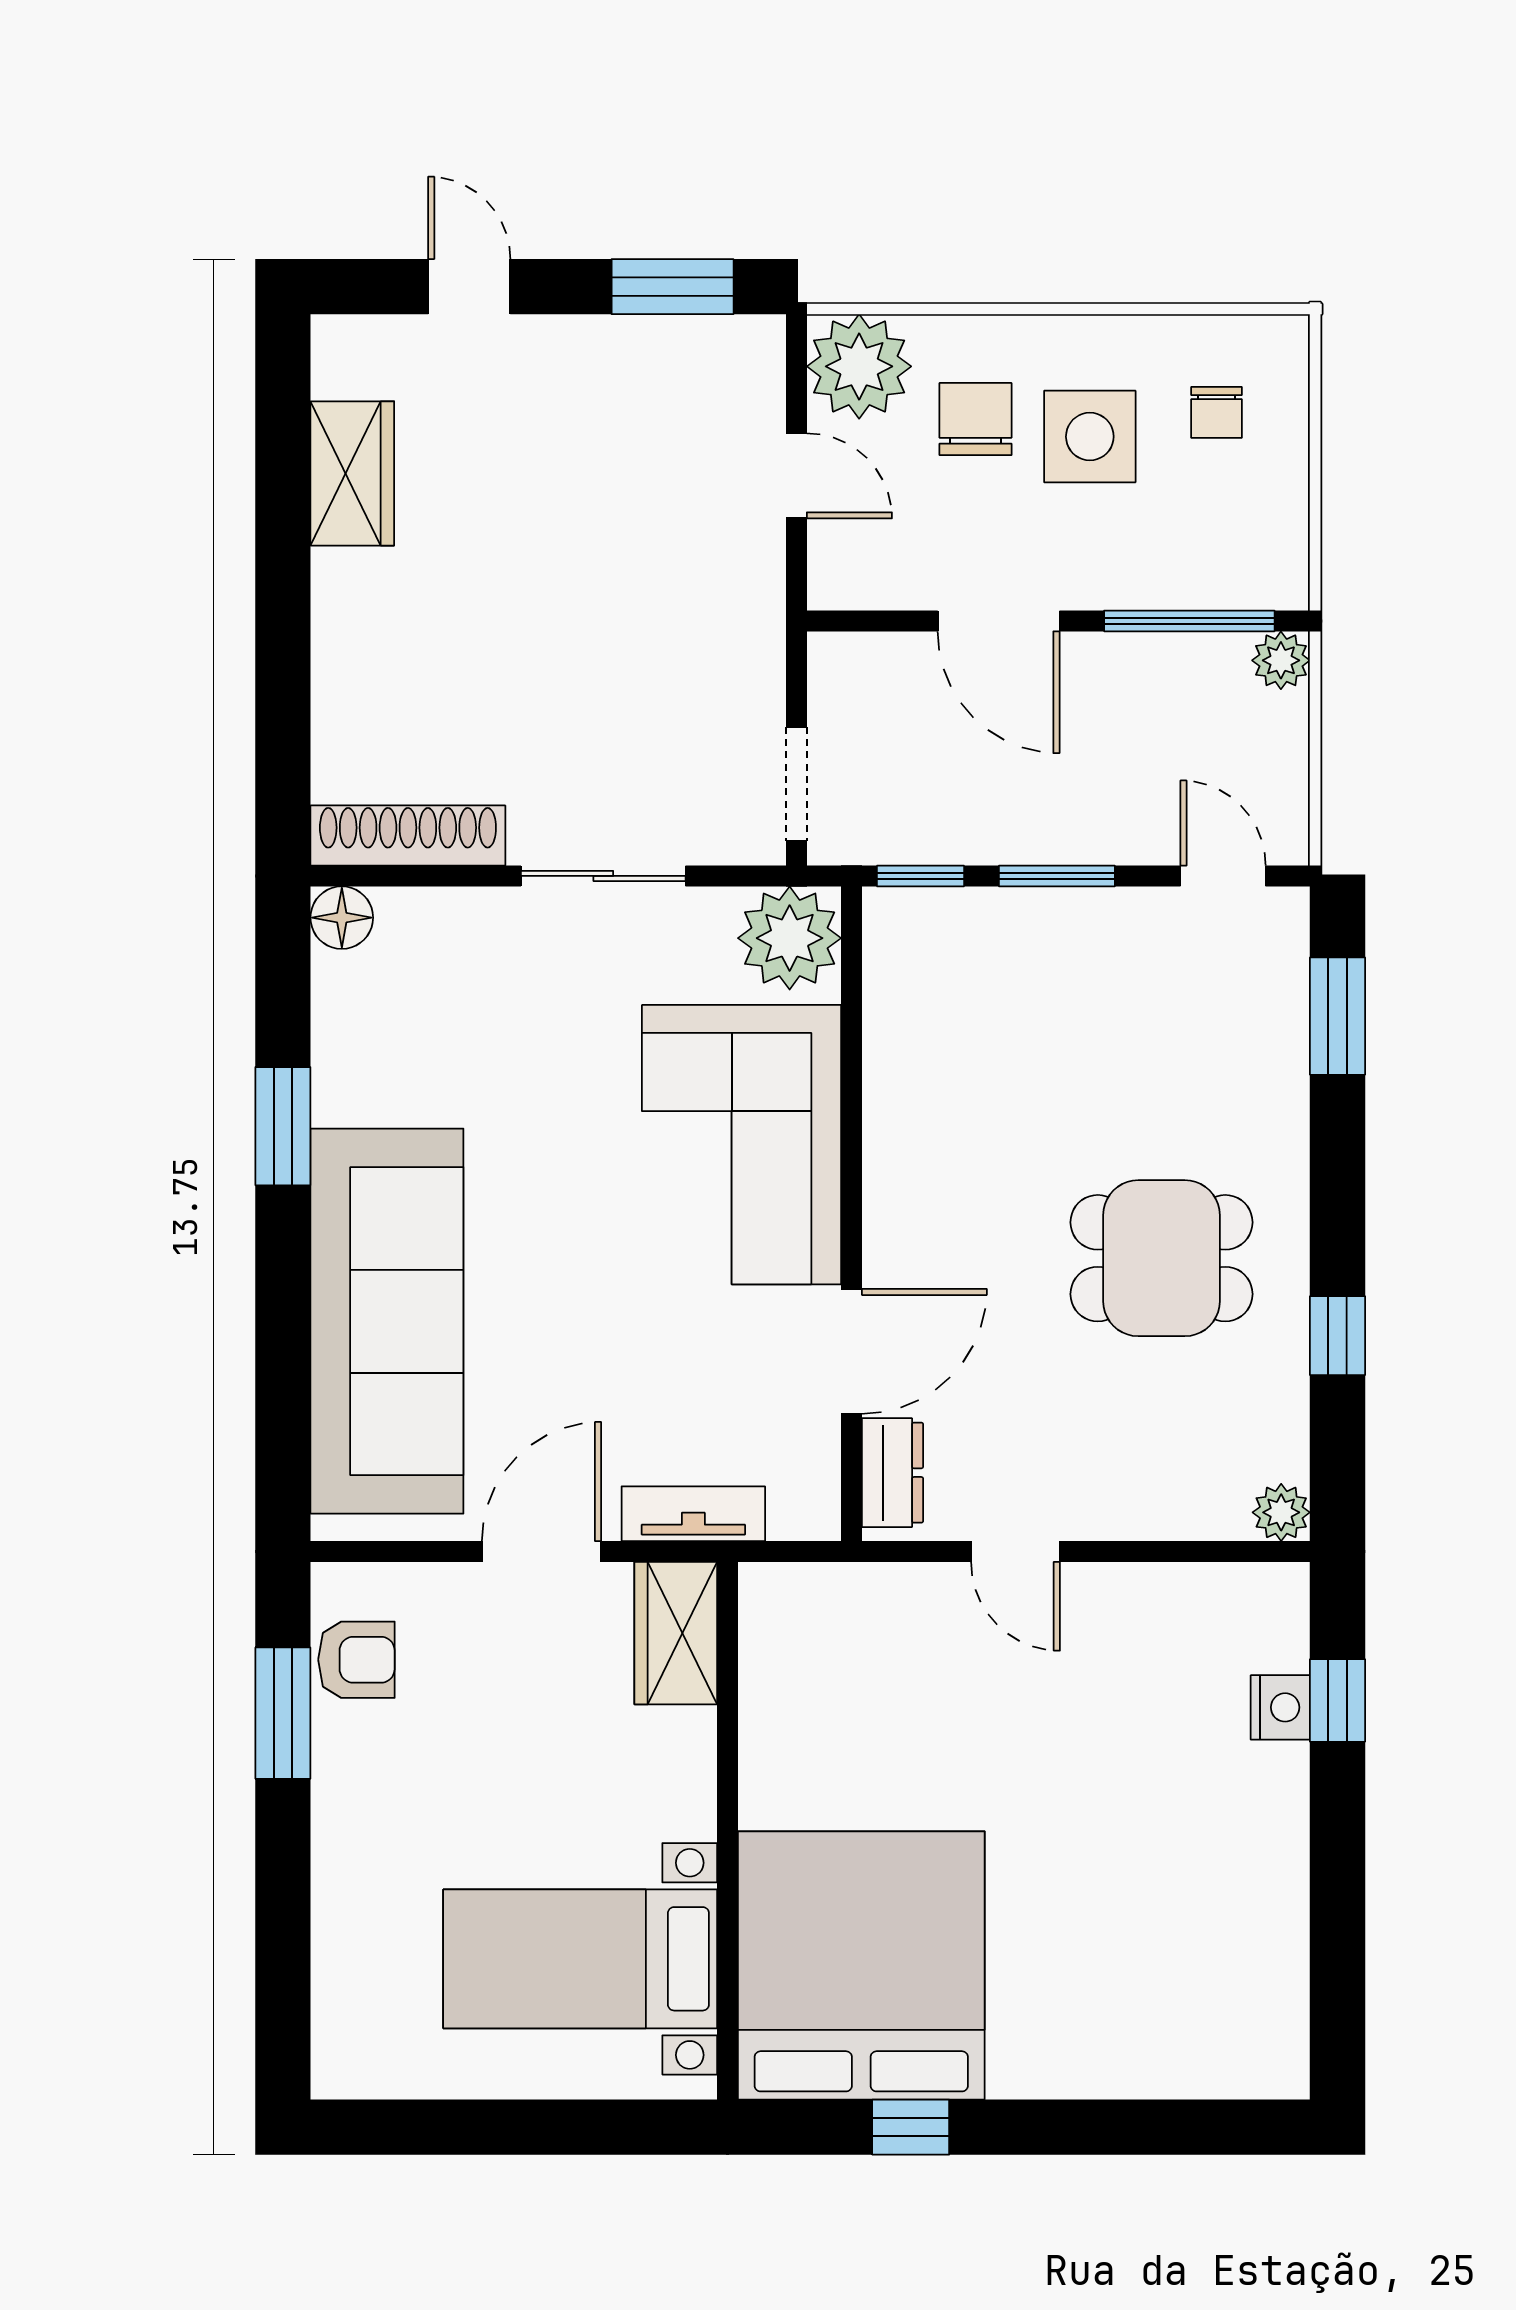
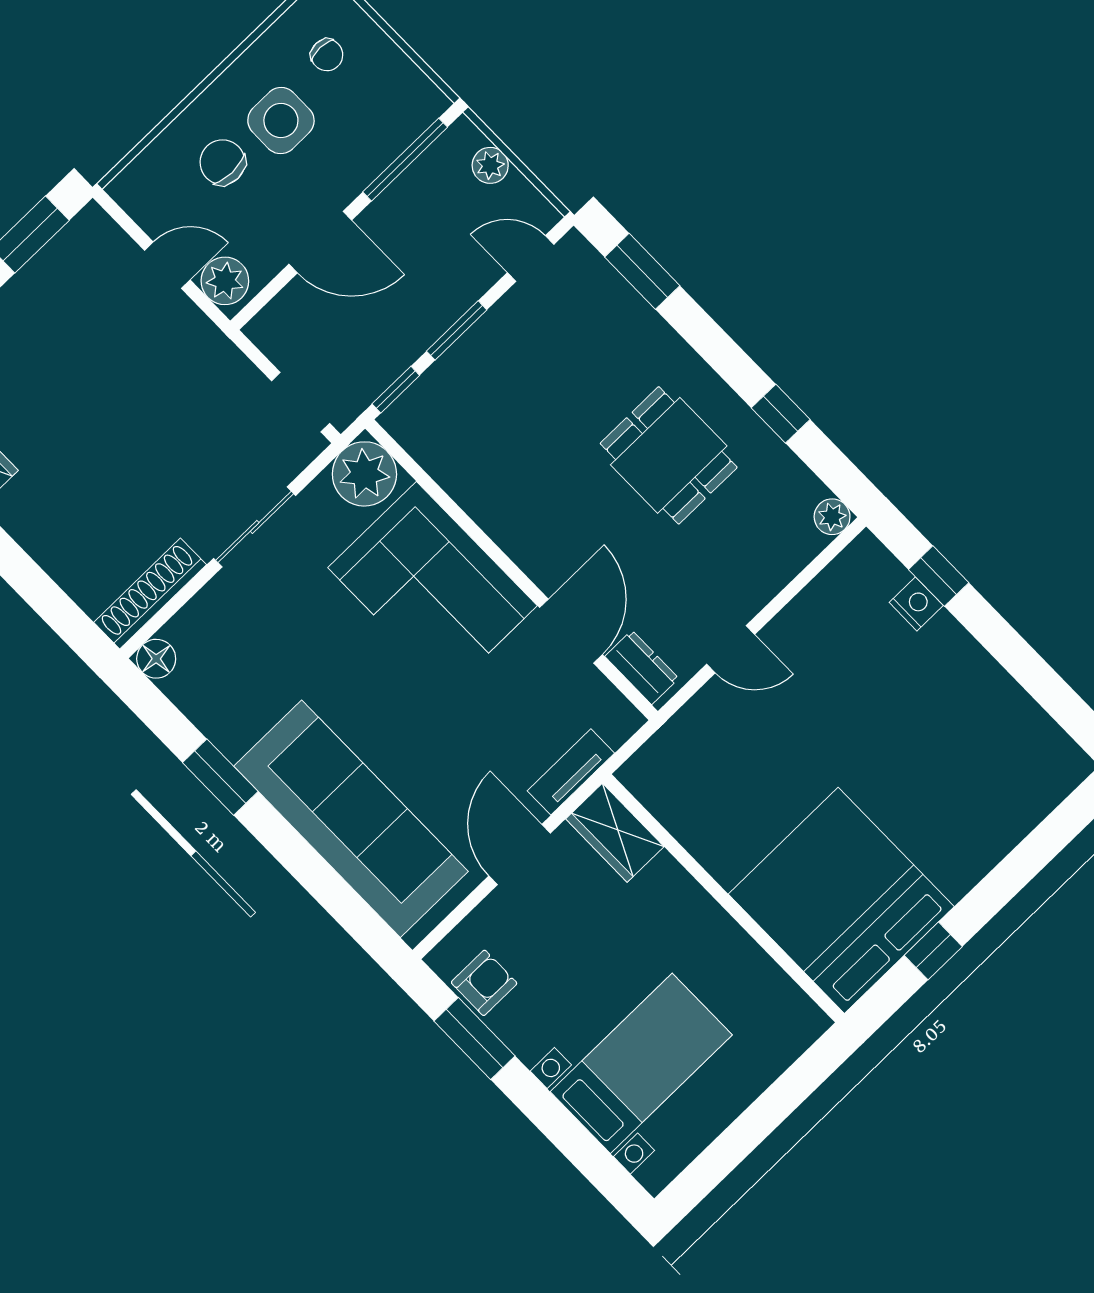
plant: (859, 366) -> (225, 281), moved, width x0.73, depth x0.73
plant: (1281, 660) -> (490, 165), moved
dining table: (1161, 1258) -> (669, 455), turned 90
bed with nightstands: (580, 1959) -> (641, 1063), moved, turned 180

